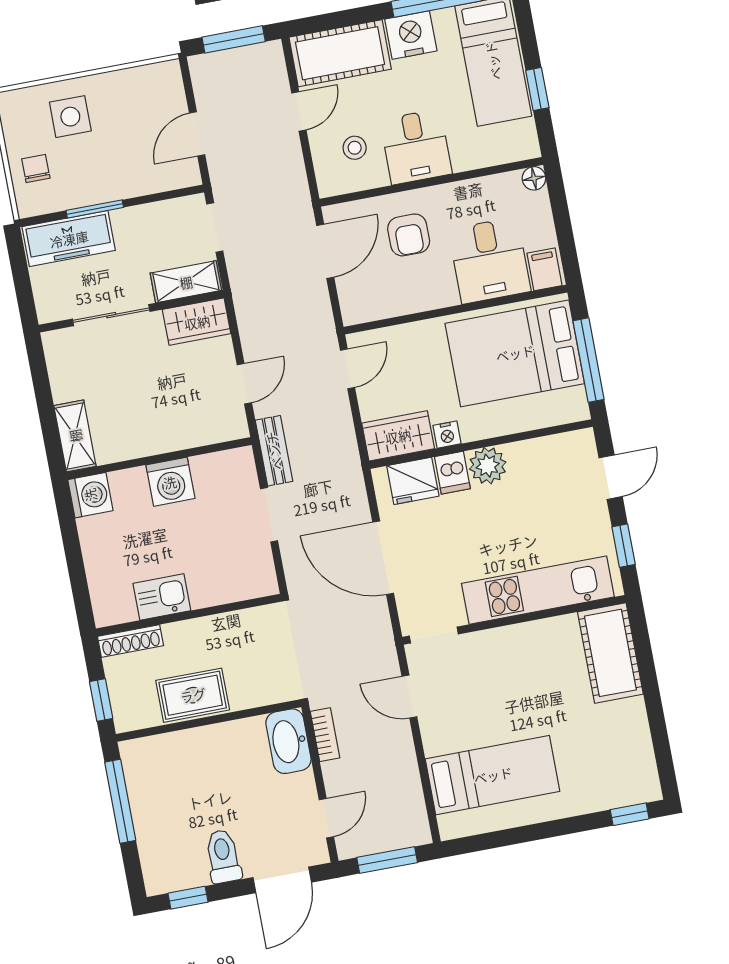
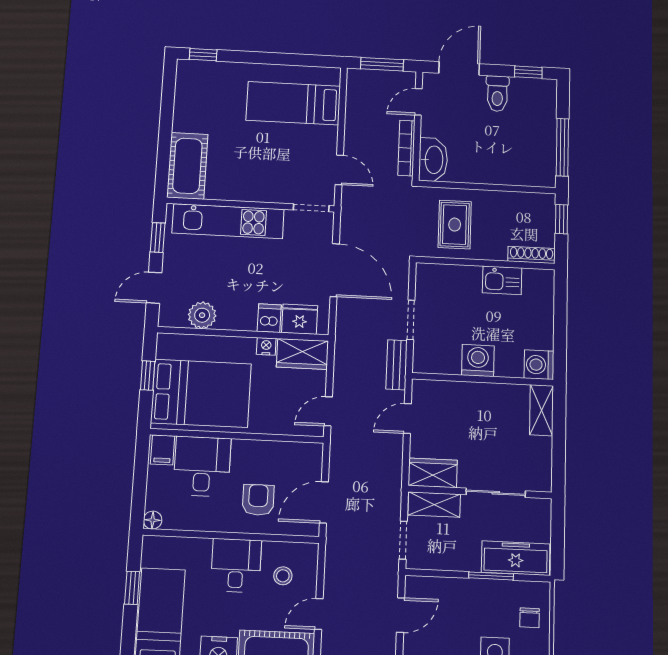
window: (589, 360) -> (148, 376), width x0.46
plant: (488, 466) -> (202, 315), moved
rug: (193, 695) -> (455, 225), moved, turned 90
bookcase: (325, 735) -> (406, 148), width x1.56

